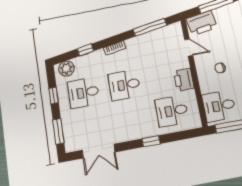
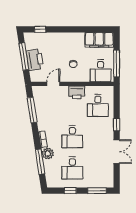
printer: (202, 23) -> (35, 60), moved
window: (85, 50) -> (40, 162), width x2.17
plant: (66, 69) -> (48, 154), moved
double door: (99, 151) -> (117, 152), moved

